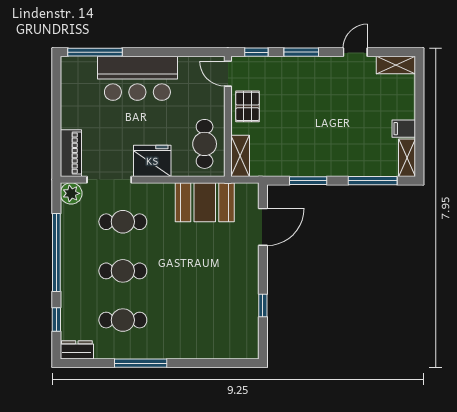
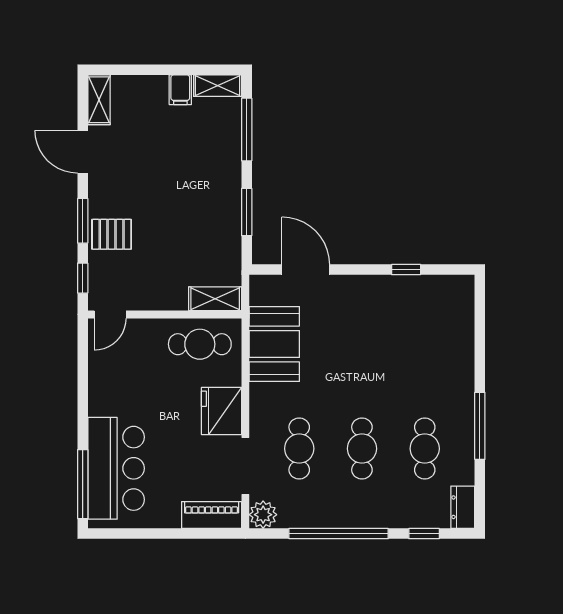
door: (355, 52) -> (83, 152), width x1.38
bar counter: (137, 78) -> (116, 468), moved
pallet: (247, 106) -> (112, 234), moved

